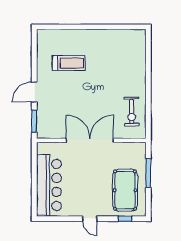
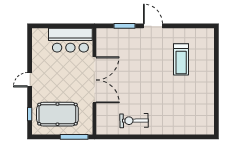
double door: (90, 140) -> (94, 80), moved
wall: (91, 140) -> (94, 81), moved
bar counter: (49, 185) -> (70, 40), width x0.73

